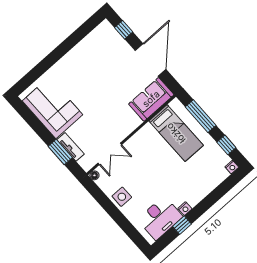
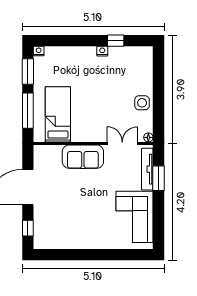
sofa: (151, 99) -> (83, 157), moved
window: (226, 145) -> (28, 72), width x1.50
tv unit: (70, 147) -> (147, 169), width x1.41
desk: (160, 218) -> (127, 61), removed

